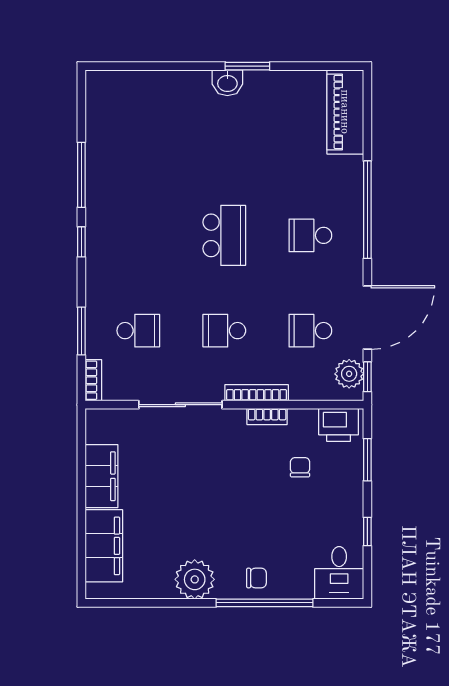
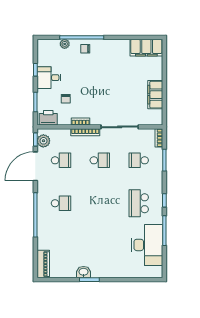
washbasin: (227, 83) -> (84, 272), moved
piano: (345, 112) -> (43, 264), width x0.73, depth x0.75
desk: (119, 143) -> (147, 245), added
school desk: (224, 235) -> (139, 203), moved
filing cabinet: (104, 546) -> (146, 48), moved, turned -90
desk: (339, 573) -> (49, 78), moved, turned -90
plant: (195, 579) -> (65, 44), moved, width x0.53, depth x0.53

